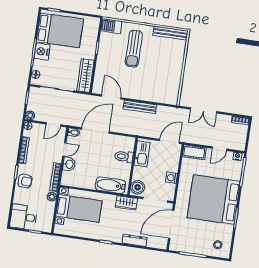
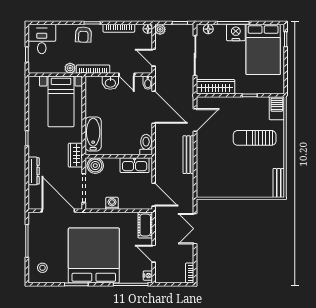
bench: (171, 33) -> (279, 183), width x0.73
toilet: (124, 157) -> (146, 145), moved

